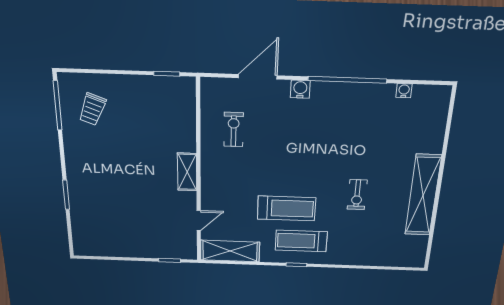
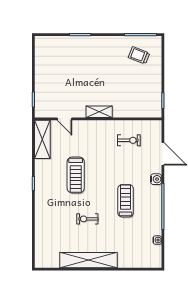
treadmill: (301, 241) -> (126, 201), moved

